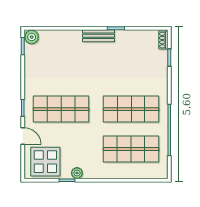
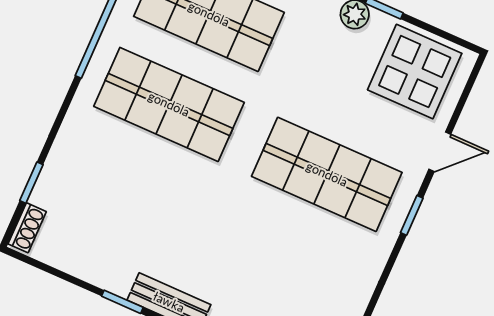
door: (23, 136) -> (440, 152), swing flipped

